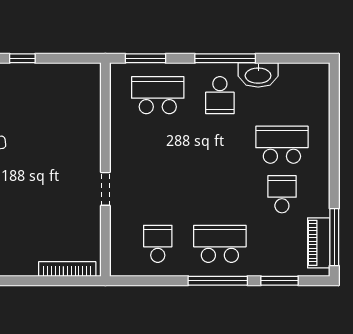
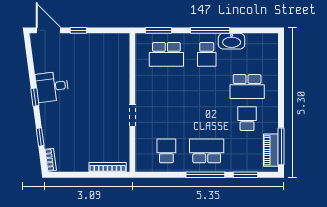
school desk: (158, 95) -> (166, 54), turned 180
school desk: (282, 145) -> (247, 87), turned 180

